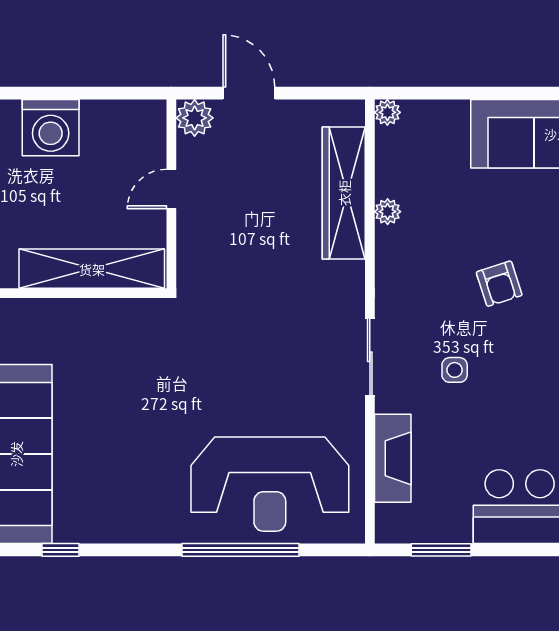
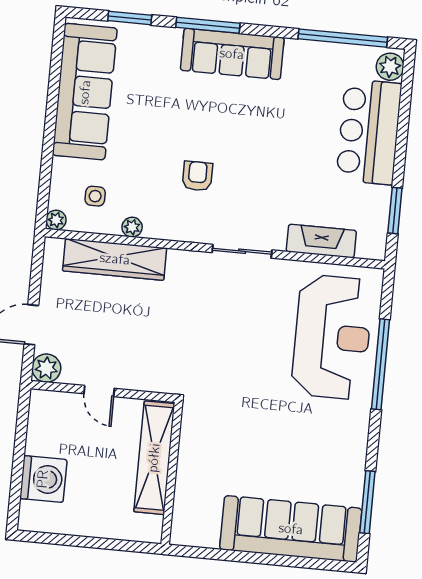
armchair: (499, 284) -> (197, 176), moved, turned -72
side table: (455, 370) -> (95, 196), moved
window: (60, 550) -> (367, 502), width x2.17

